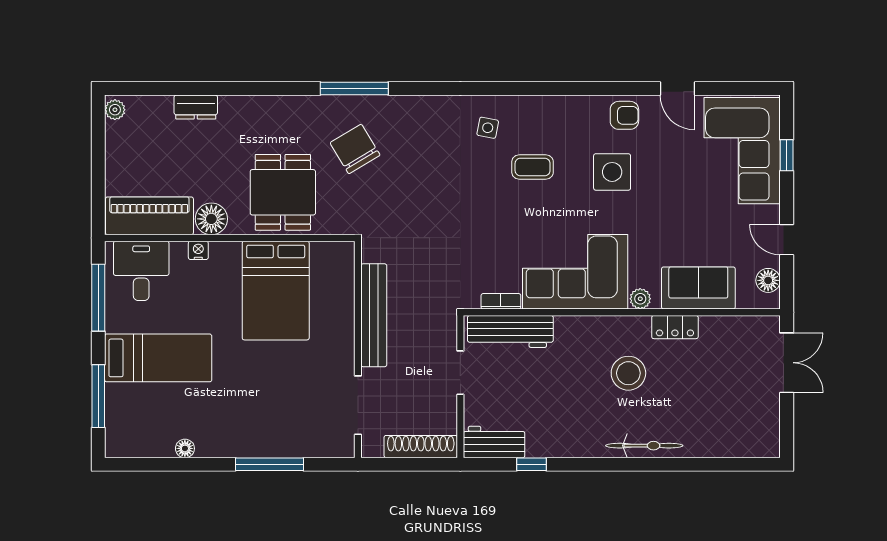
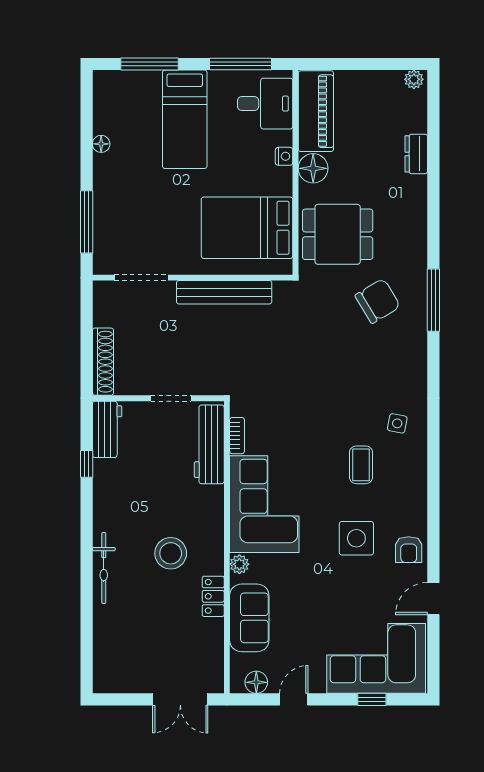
bench: (374, 315) -> (224, 292), moved
wall: (358, 349) -> (193, 278), moved
doorway: (358, 405) -> (141, 278), moved

